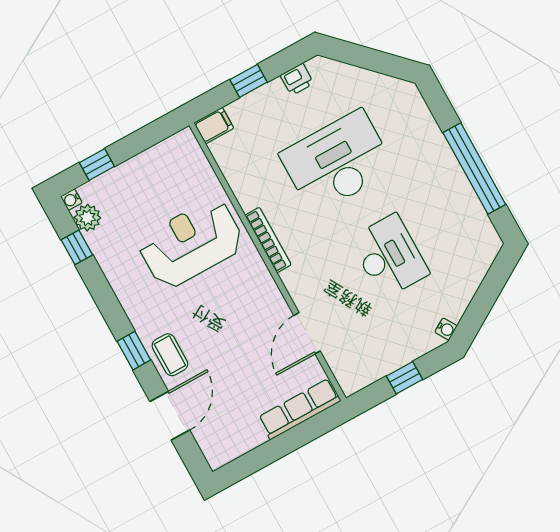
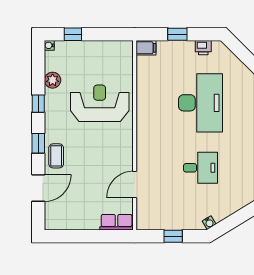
desk: (337, 162) -> (200, 103), turned 90
plant: (87, 218) -> (53, 80), moved
bookcase: (268, 240) -> (141, 124), removed
window: (77, 247) -> (38, 104), moved
desk: (389, 256) -> (200, 168), width x0.73
row of seats: (299, 409) -> (117, 222), width x0.68

